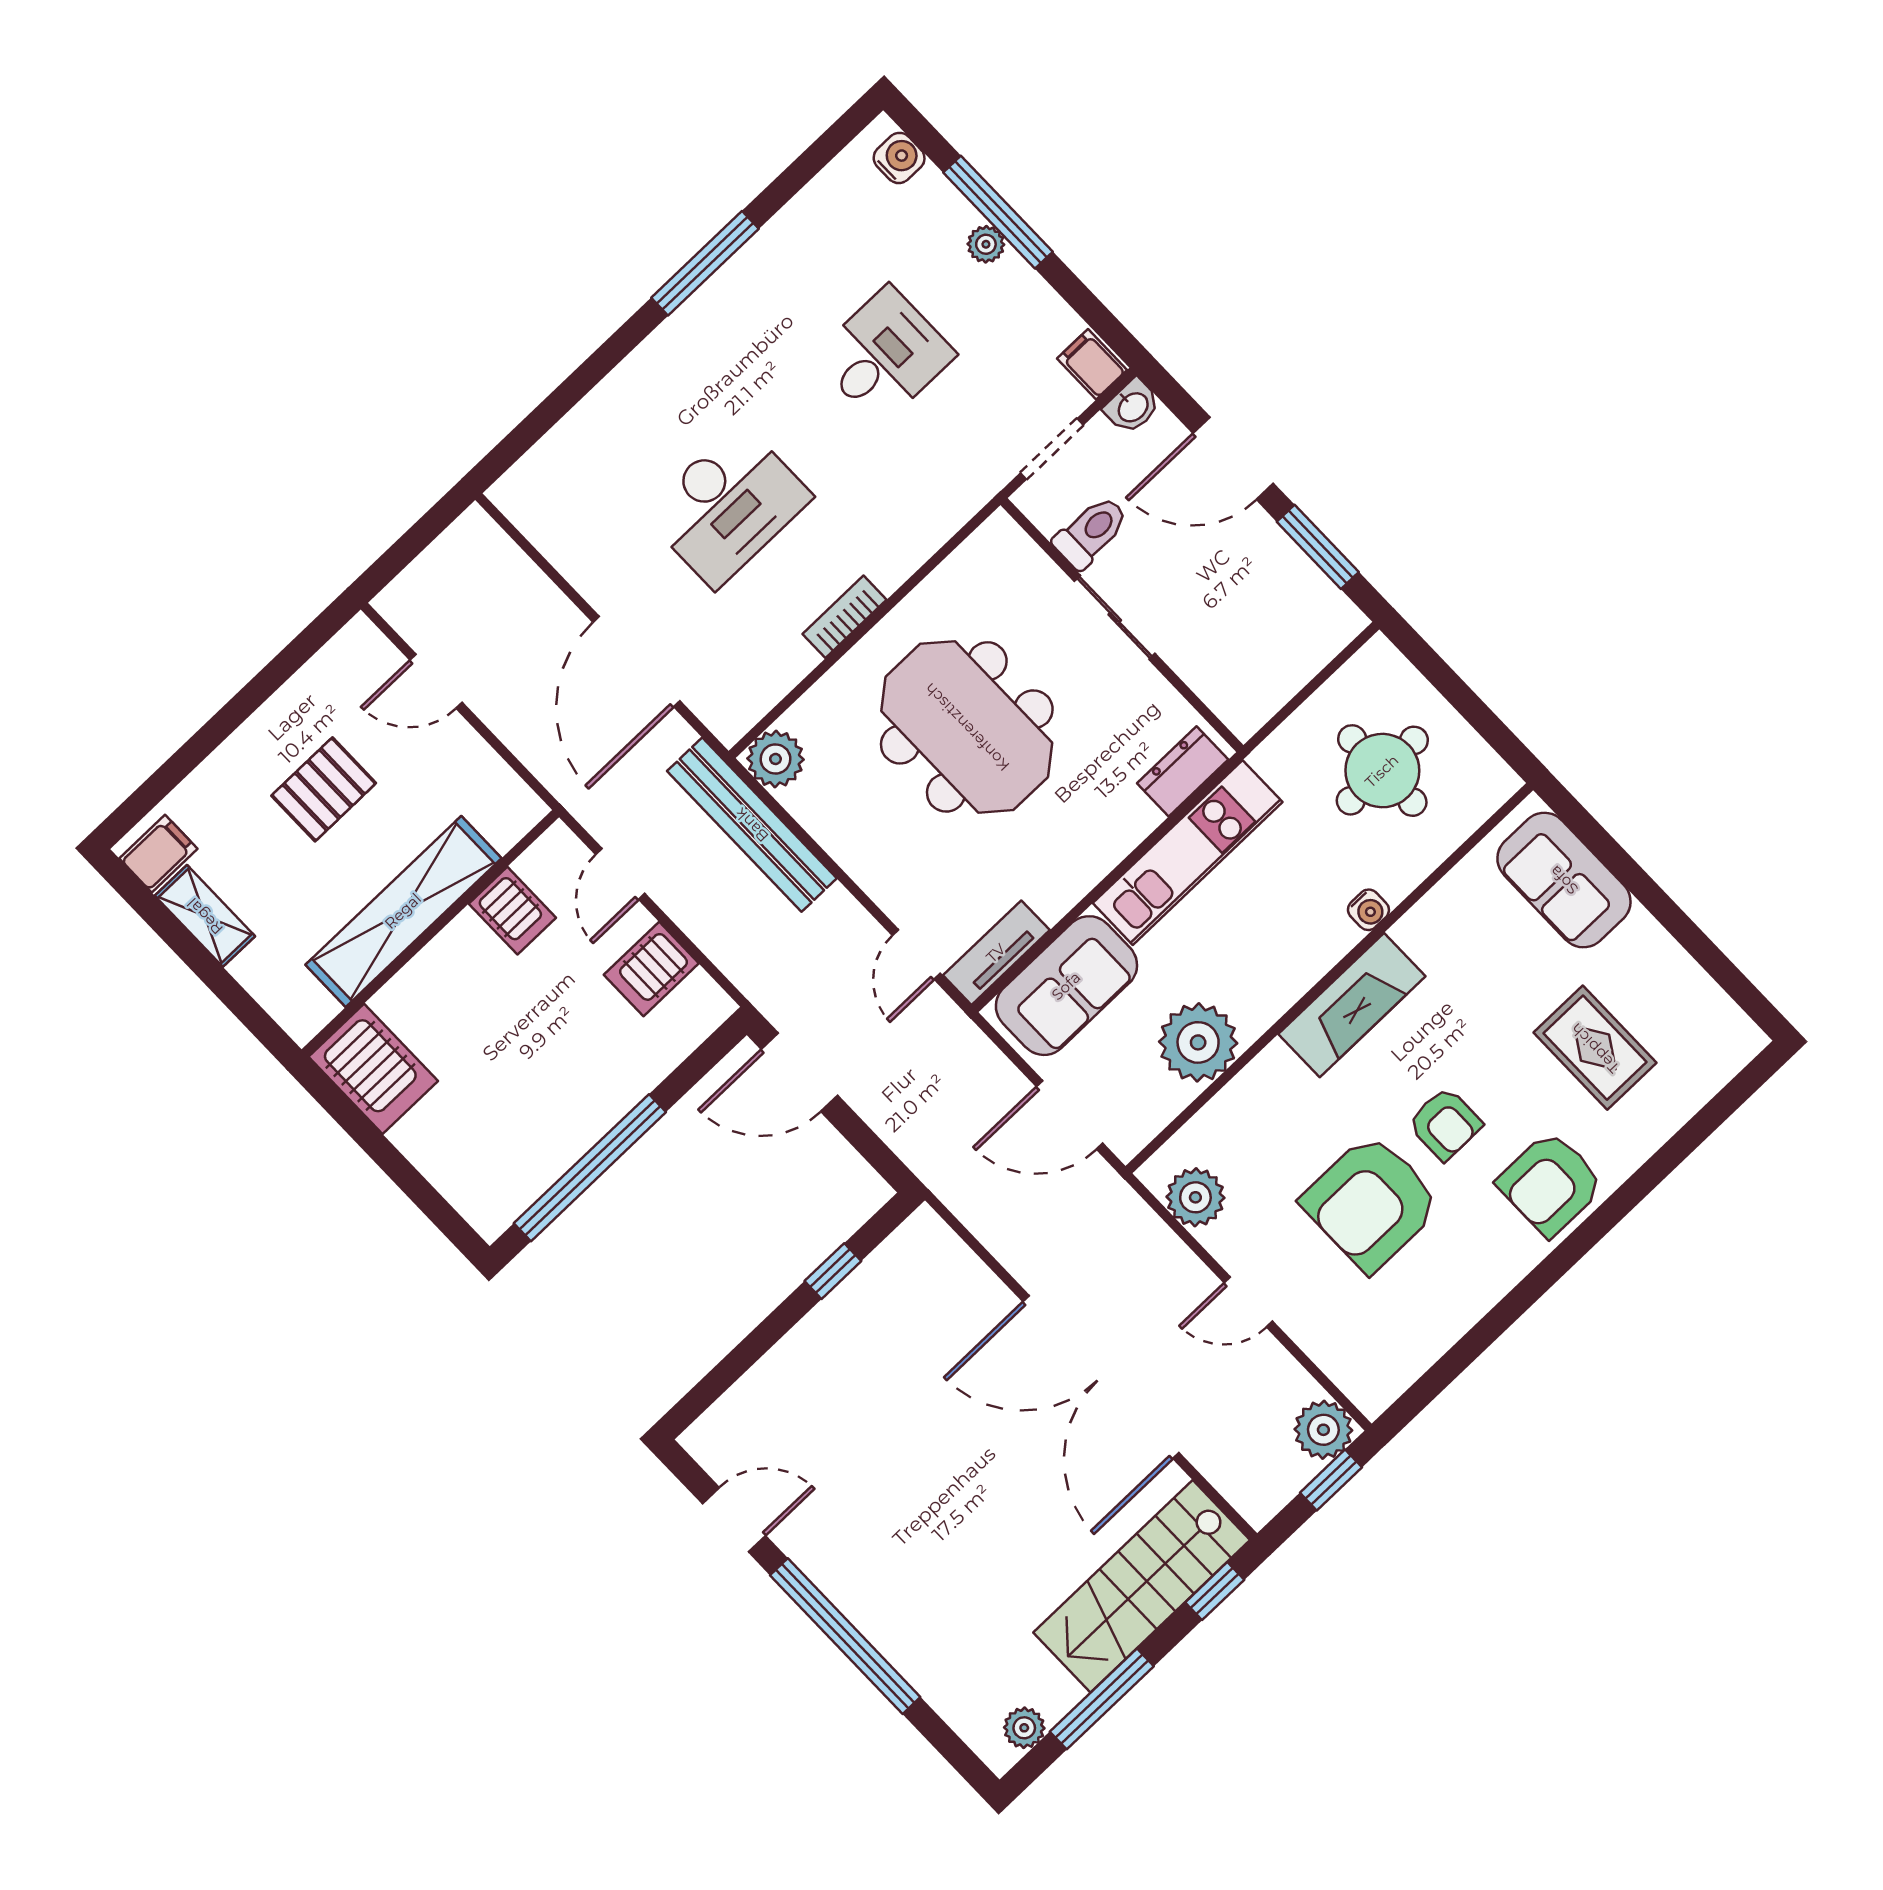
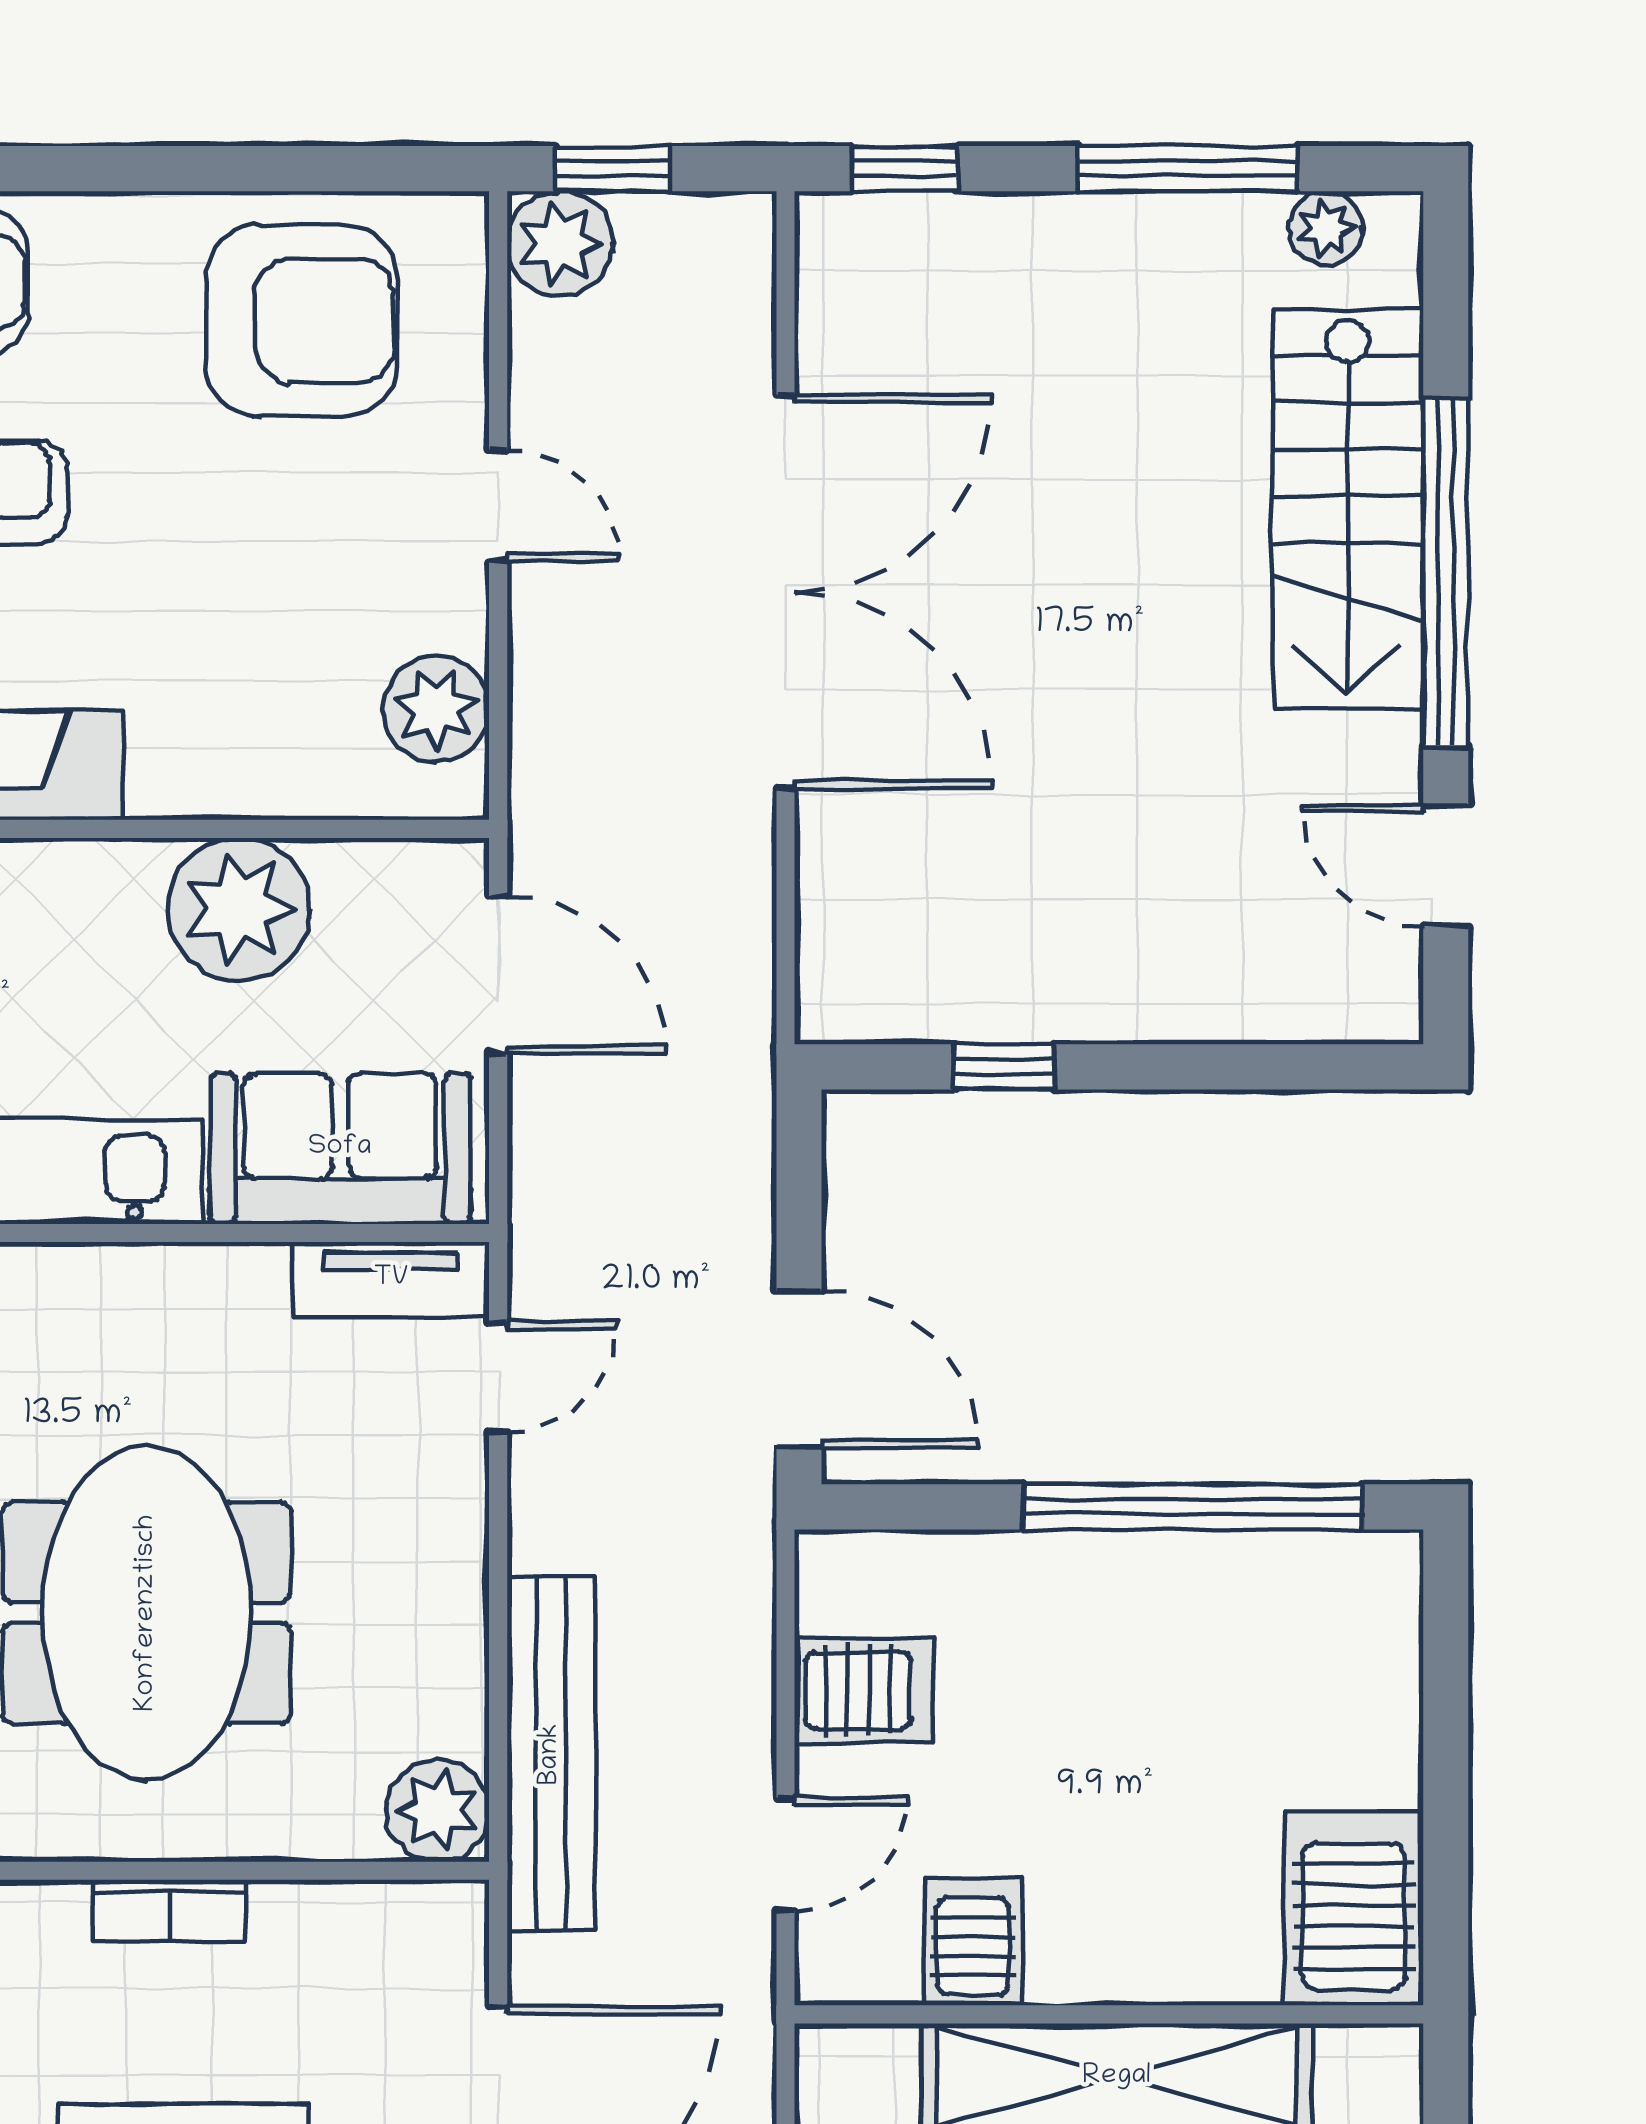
armchair: (1371, 1203) -> (301, 321), moved
stairs: (1142, 1586) -> (1348, 509), moved, turned 90

